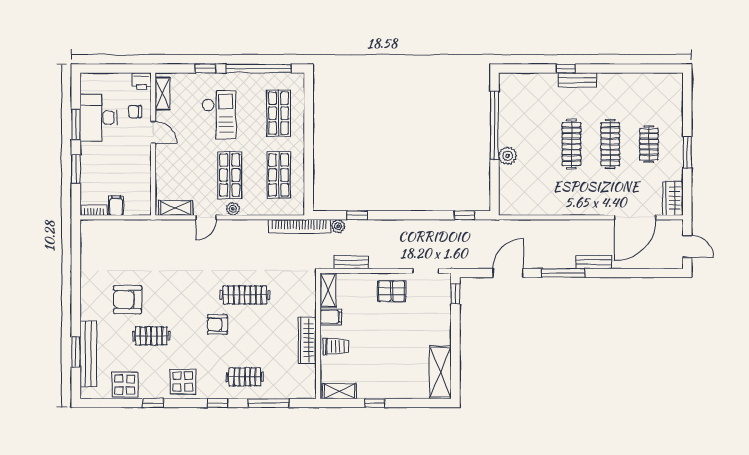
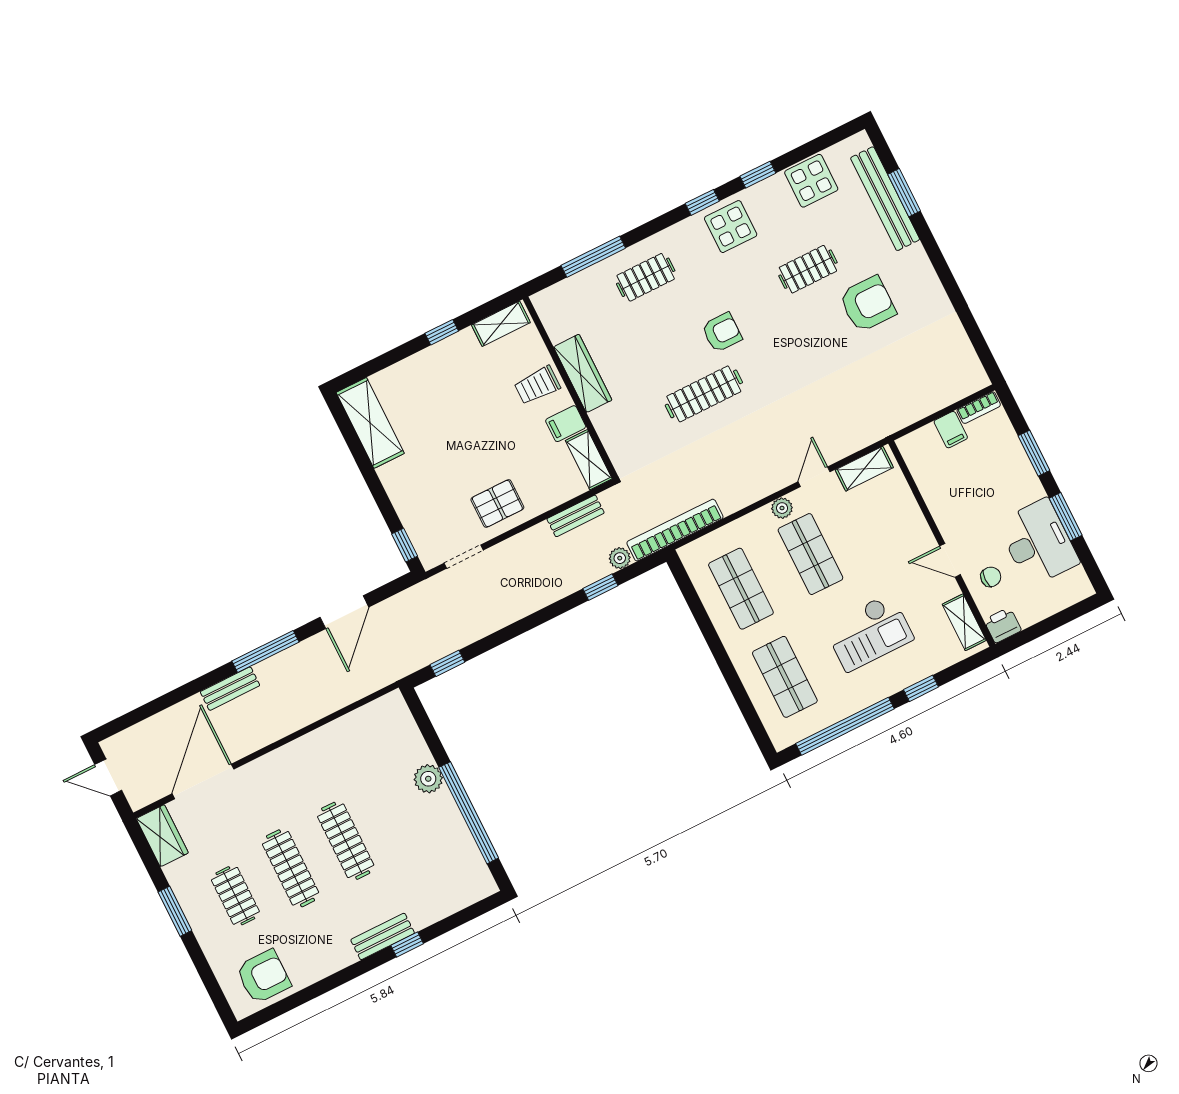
armchair: (656, 91) -> (263, 977), added
checkout: (219, 115) -> (869, 632), turned -90
window: (218, 403) -> (702, 202), moved

